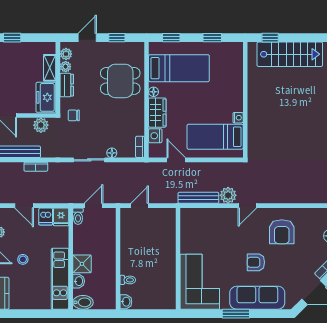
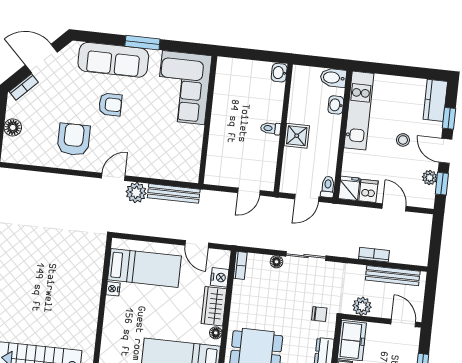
shower: (82, 264) -> (297, 136), moved
toilet: (128, 280) -> (271, 128), moved

